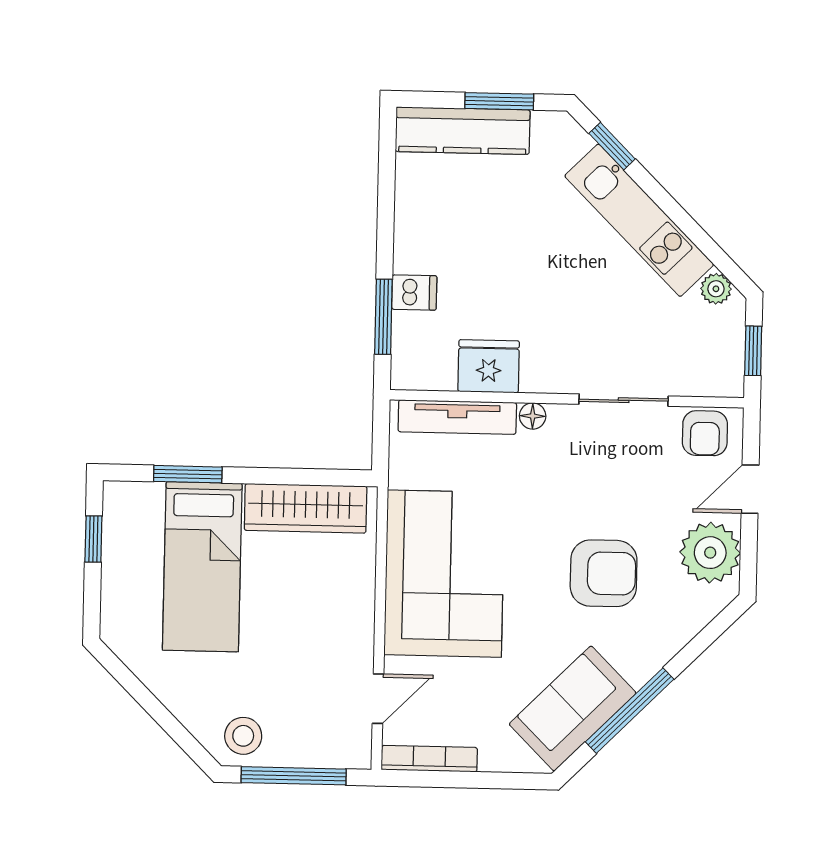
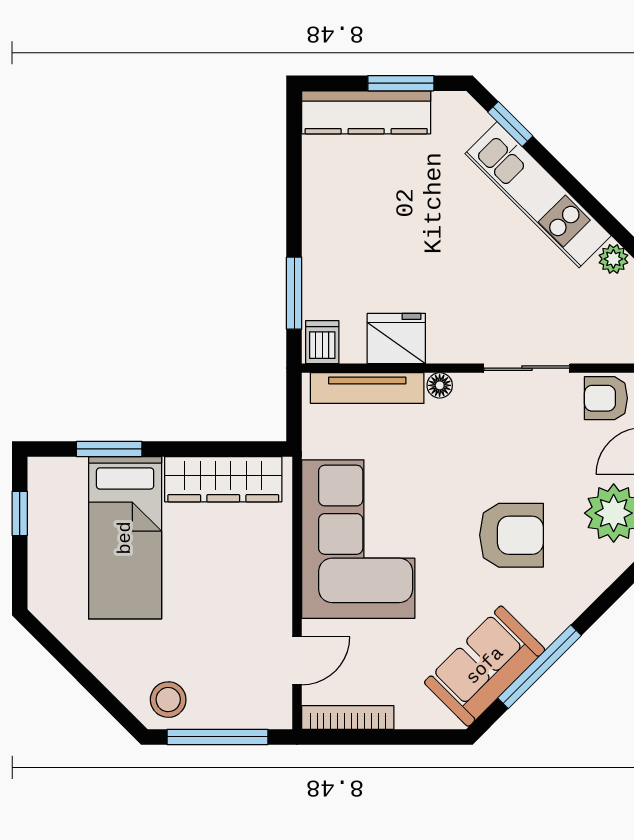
dishwasher: (414, 292) -> (322, 342), moved, turned -90
armchair: (705, 433) -> (606, 398), turned 90

